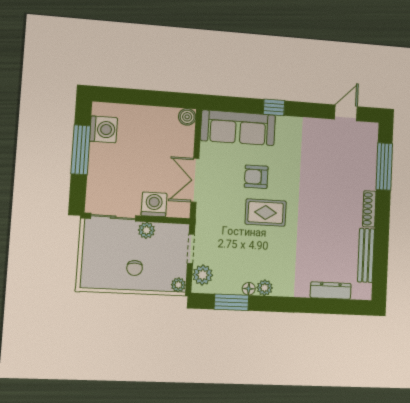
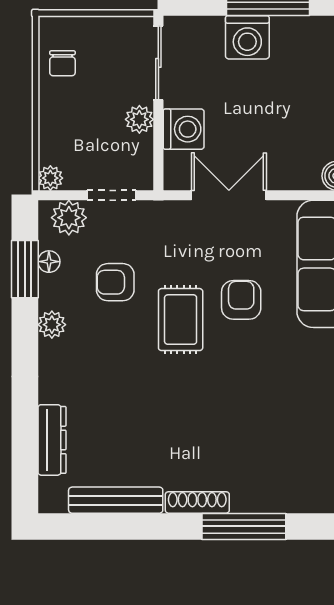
washing machine: (103, 129) -> (247, 37), moved
window: (384, 166) -> (244, 526), moved
armchair: (242, 249) -> (115, 282), added
chair: (135, 268) -> (62, 63), moved, turned -90
floor lamp: (249, 289) -> (49, 262), moved

